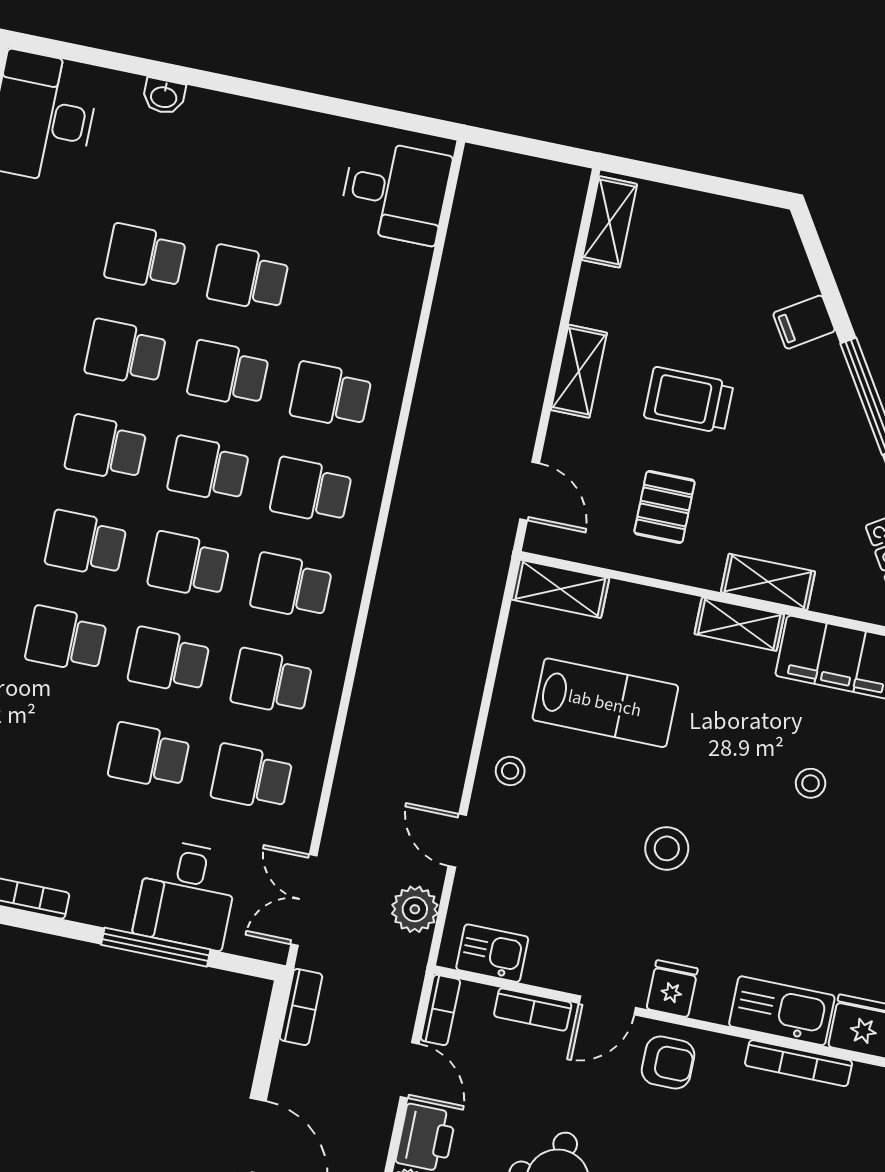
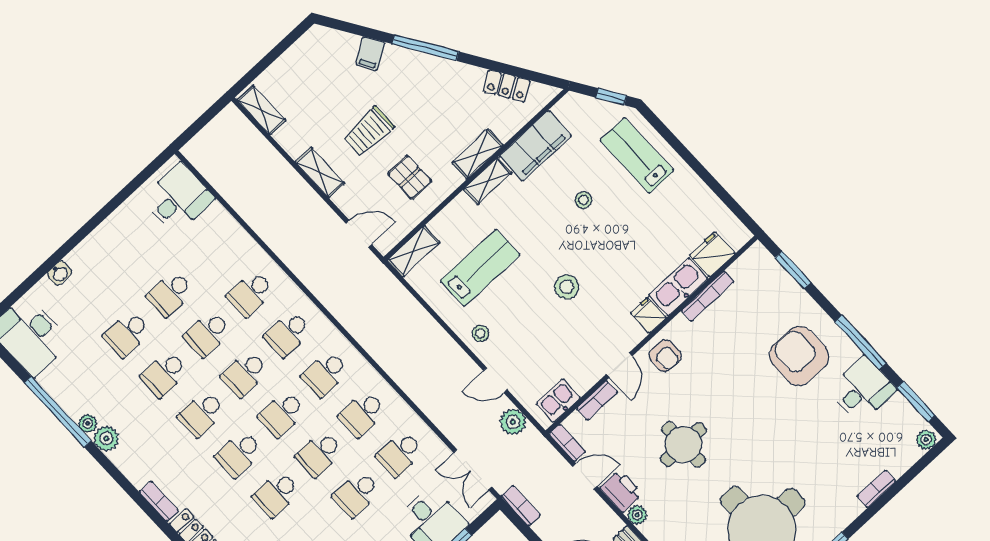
fridge: (672, 989) -> (648, 315), moved
armchair: (668, 1063) -> (665, 356), turned 90

